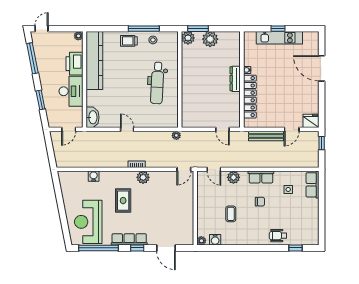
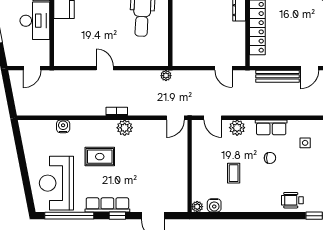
washbasin: (93, 117) -> (62, 53), removed
rug: (123, 201) -> (100, 157), turned 90

